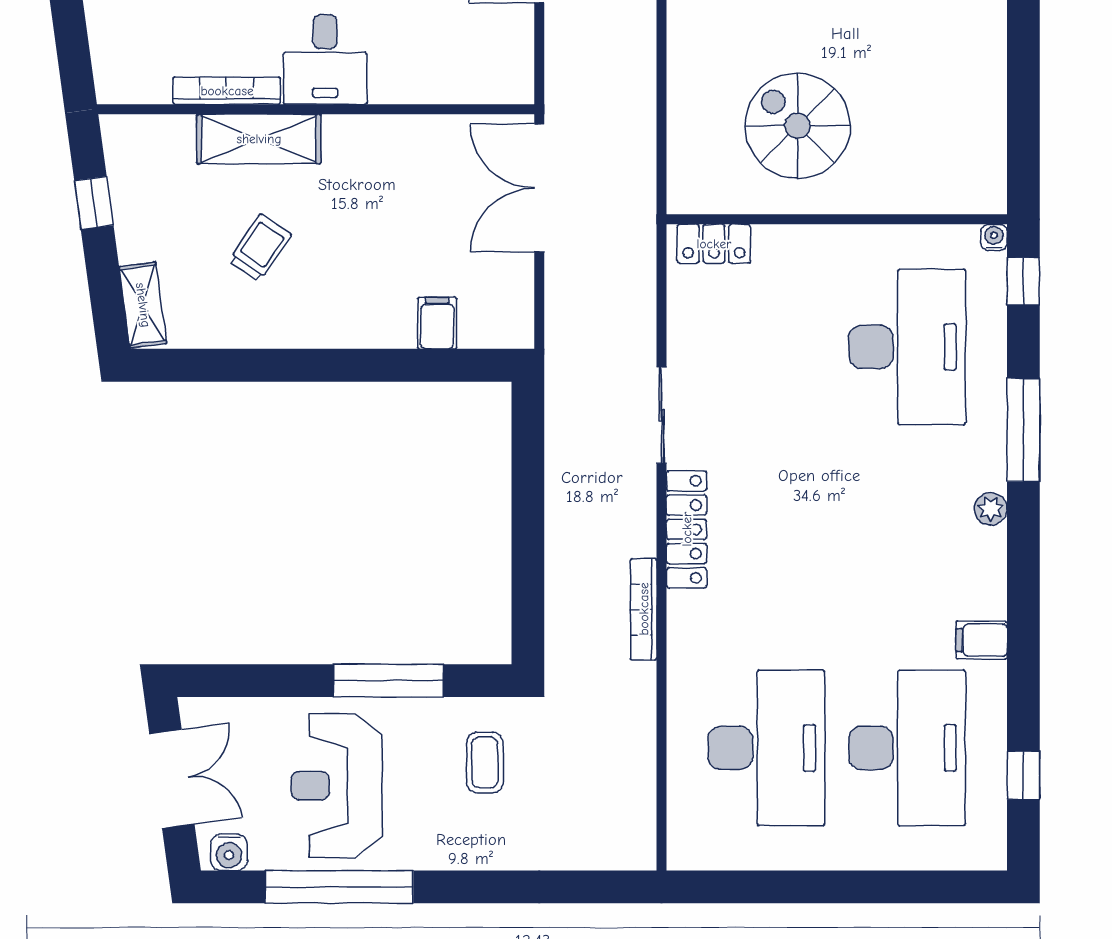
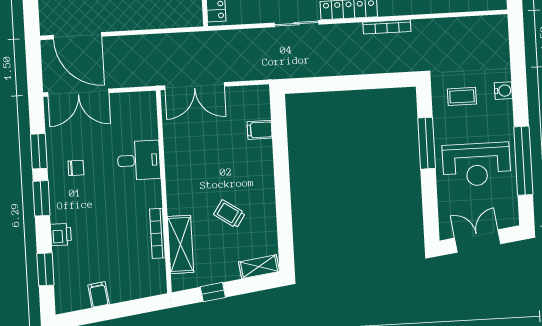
desk: (325, 60) -> (139, 160), moved
shelving: (259, 139) -> (181, 244), moved
water cooler: (229, 852) -> (503, 91), moved

